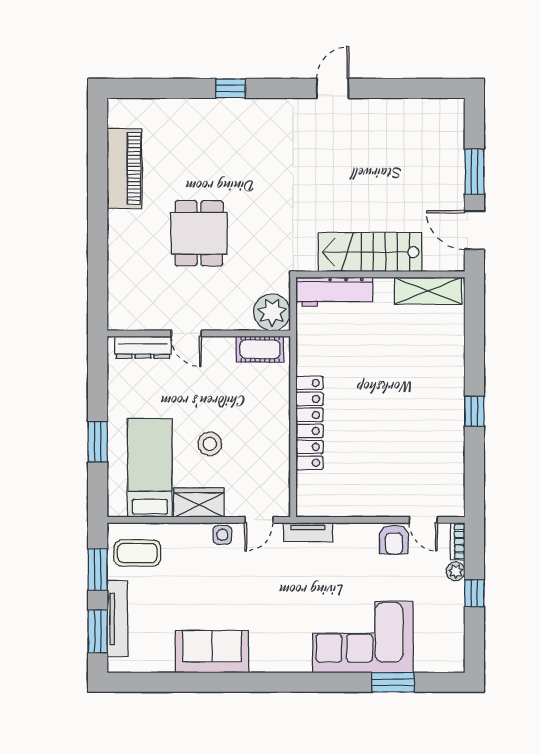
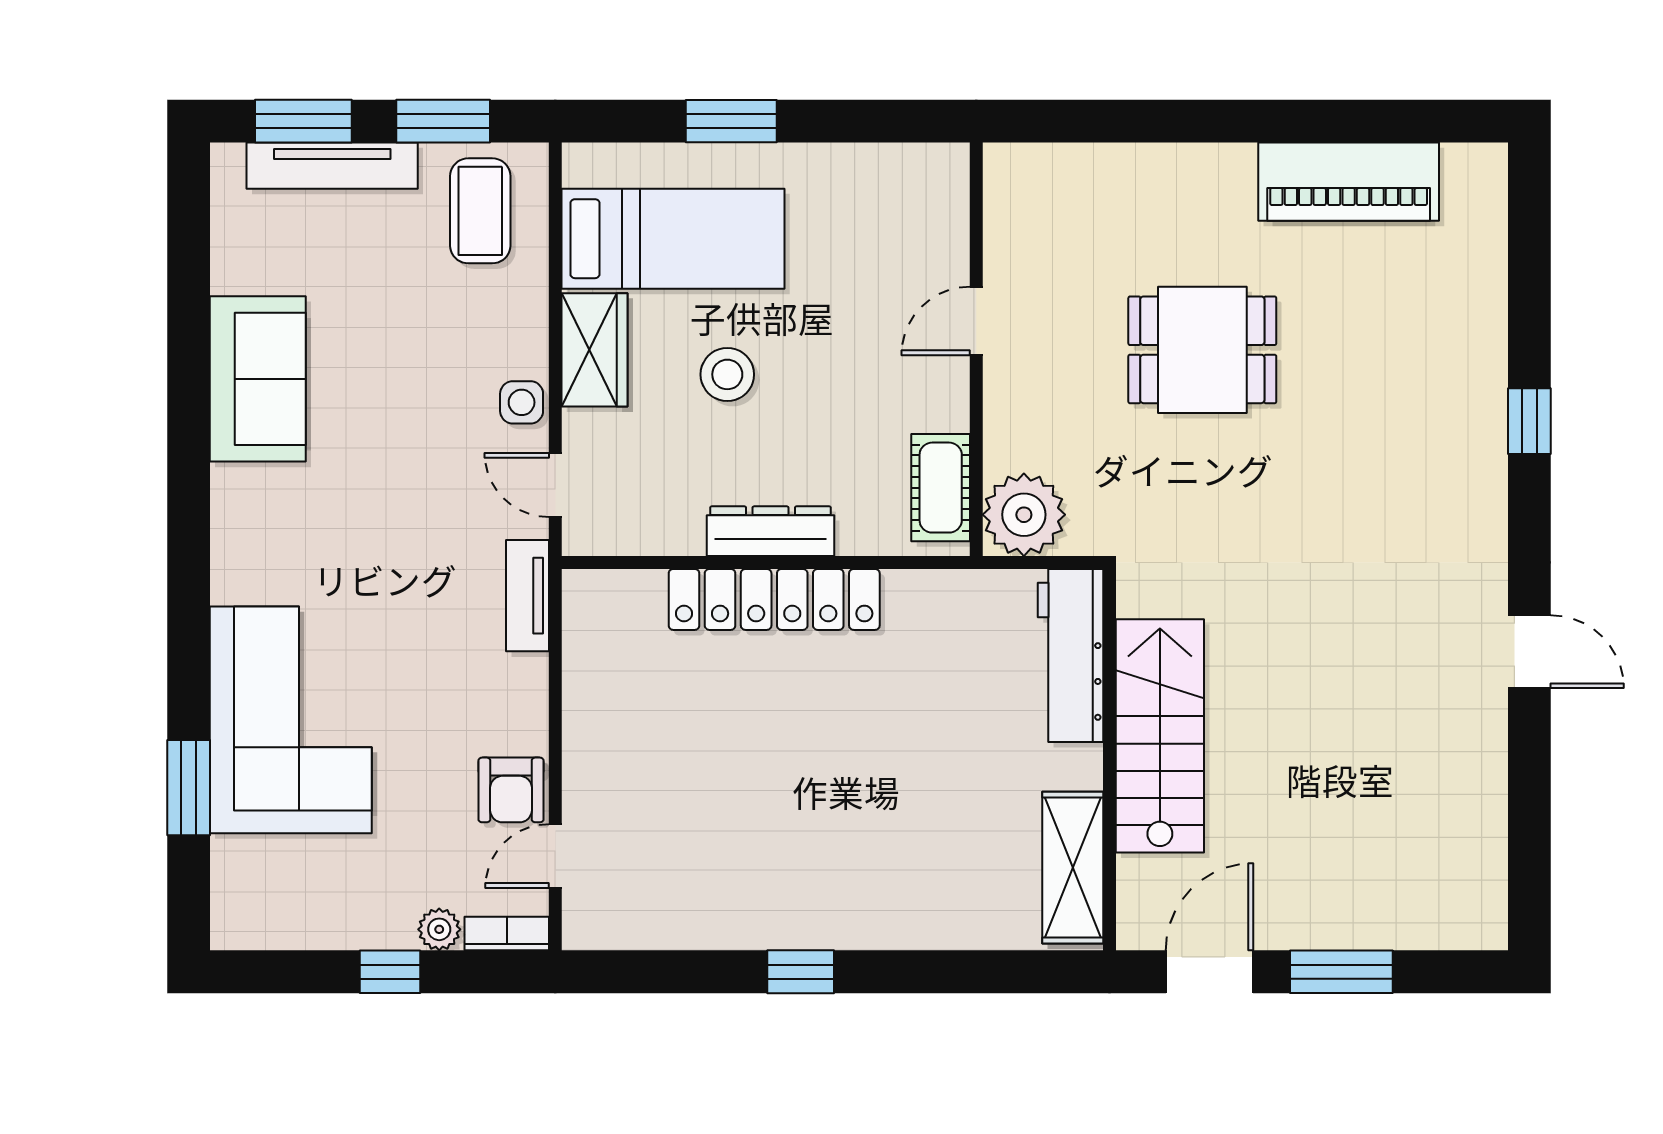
dresser: (143, 347) -> (770, 531), moved, turned 90
armchair: (394, 539) -> (511, 790), turned -90

